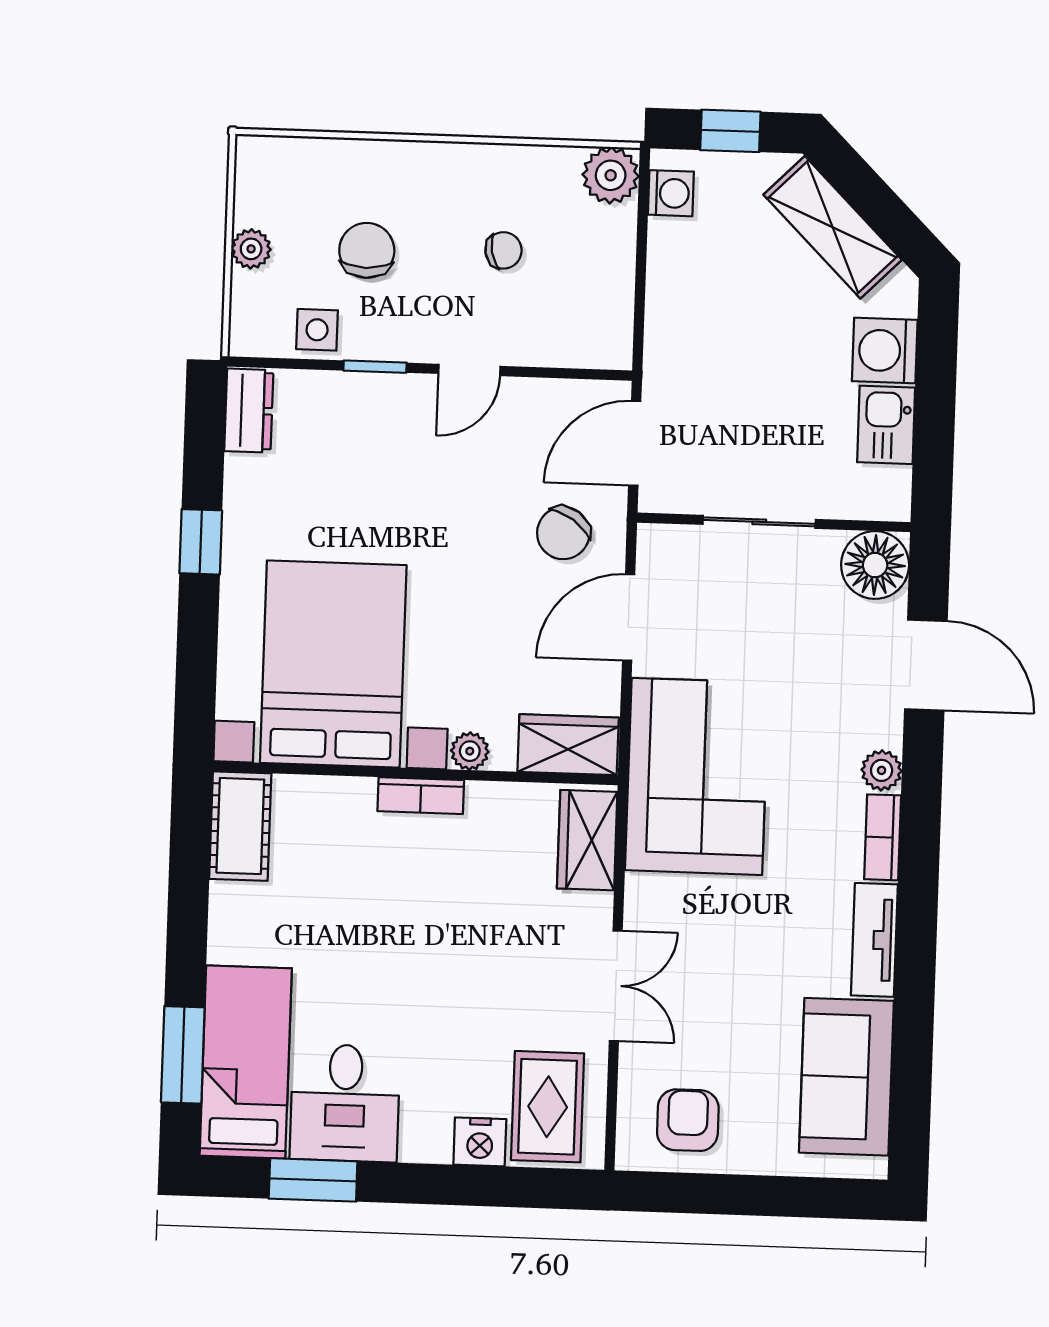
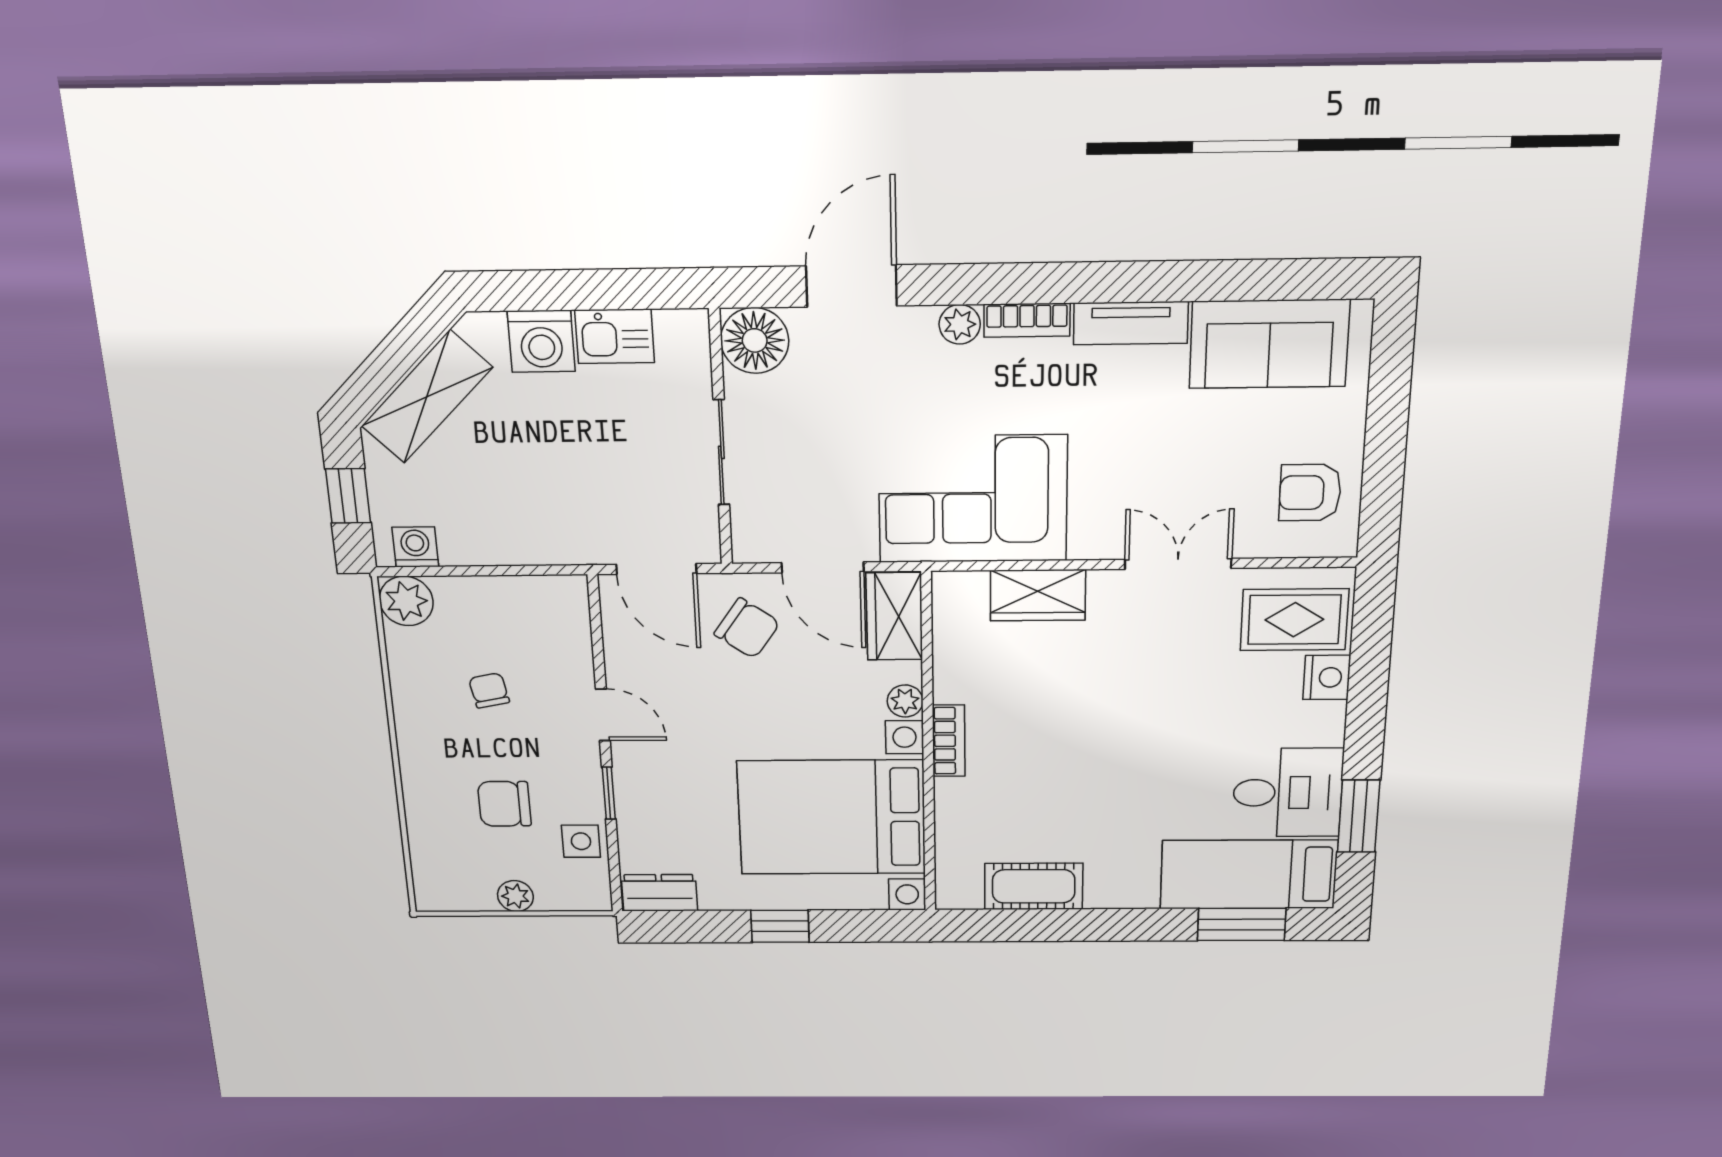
bed with nightstands: (333, 664) -> (832, 817), moved
wardrobe: (568, 745) -> (894, 616), moved
plant: (470, 751) -> (905, 701), moved
wall: (416, 773) -> (928, 746), moved
bookcase: (421, 796) -> (949, 741), moved

